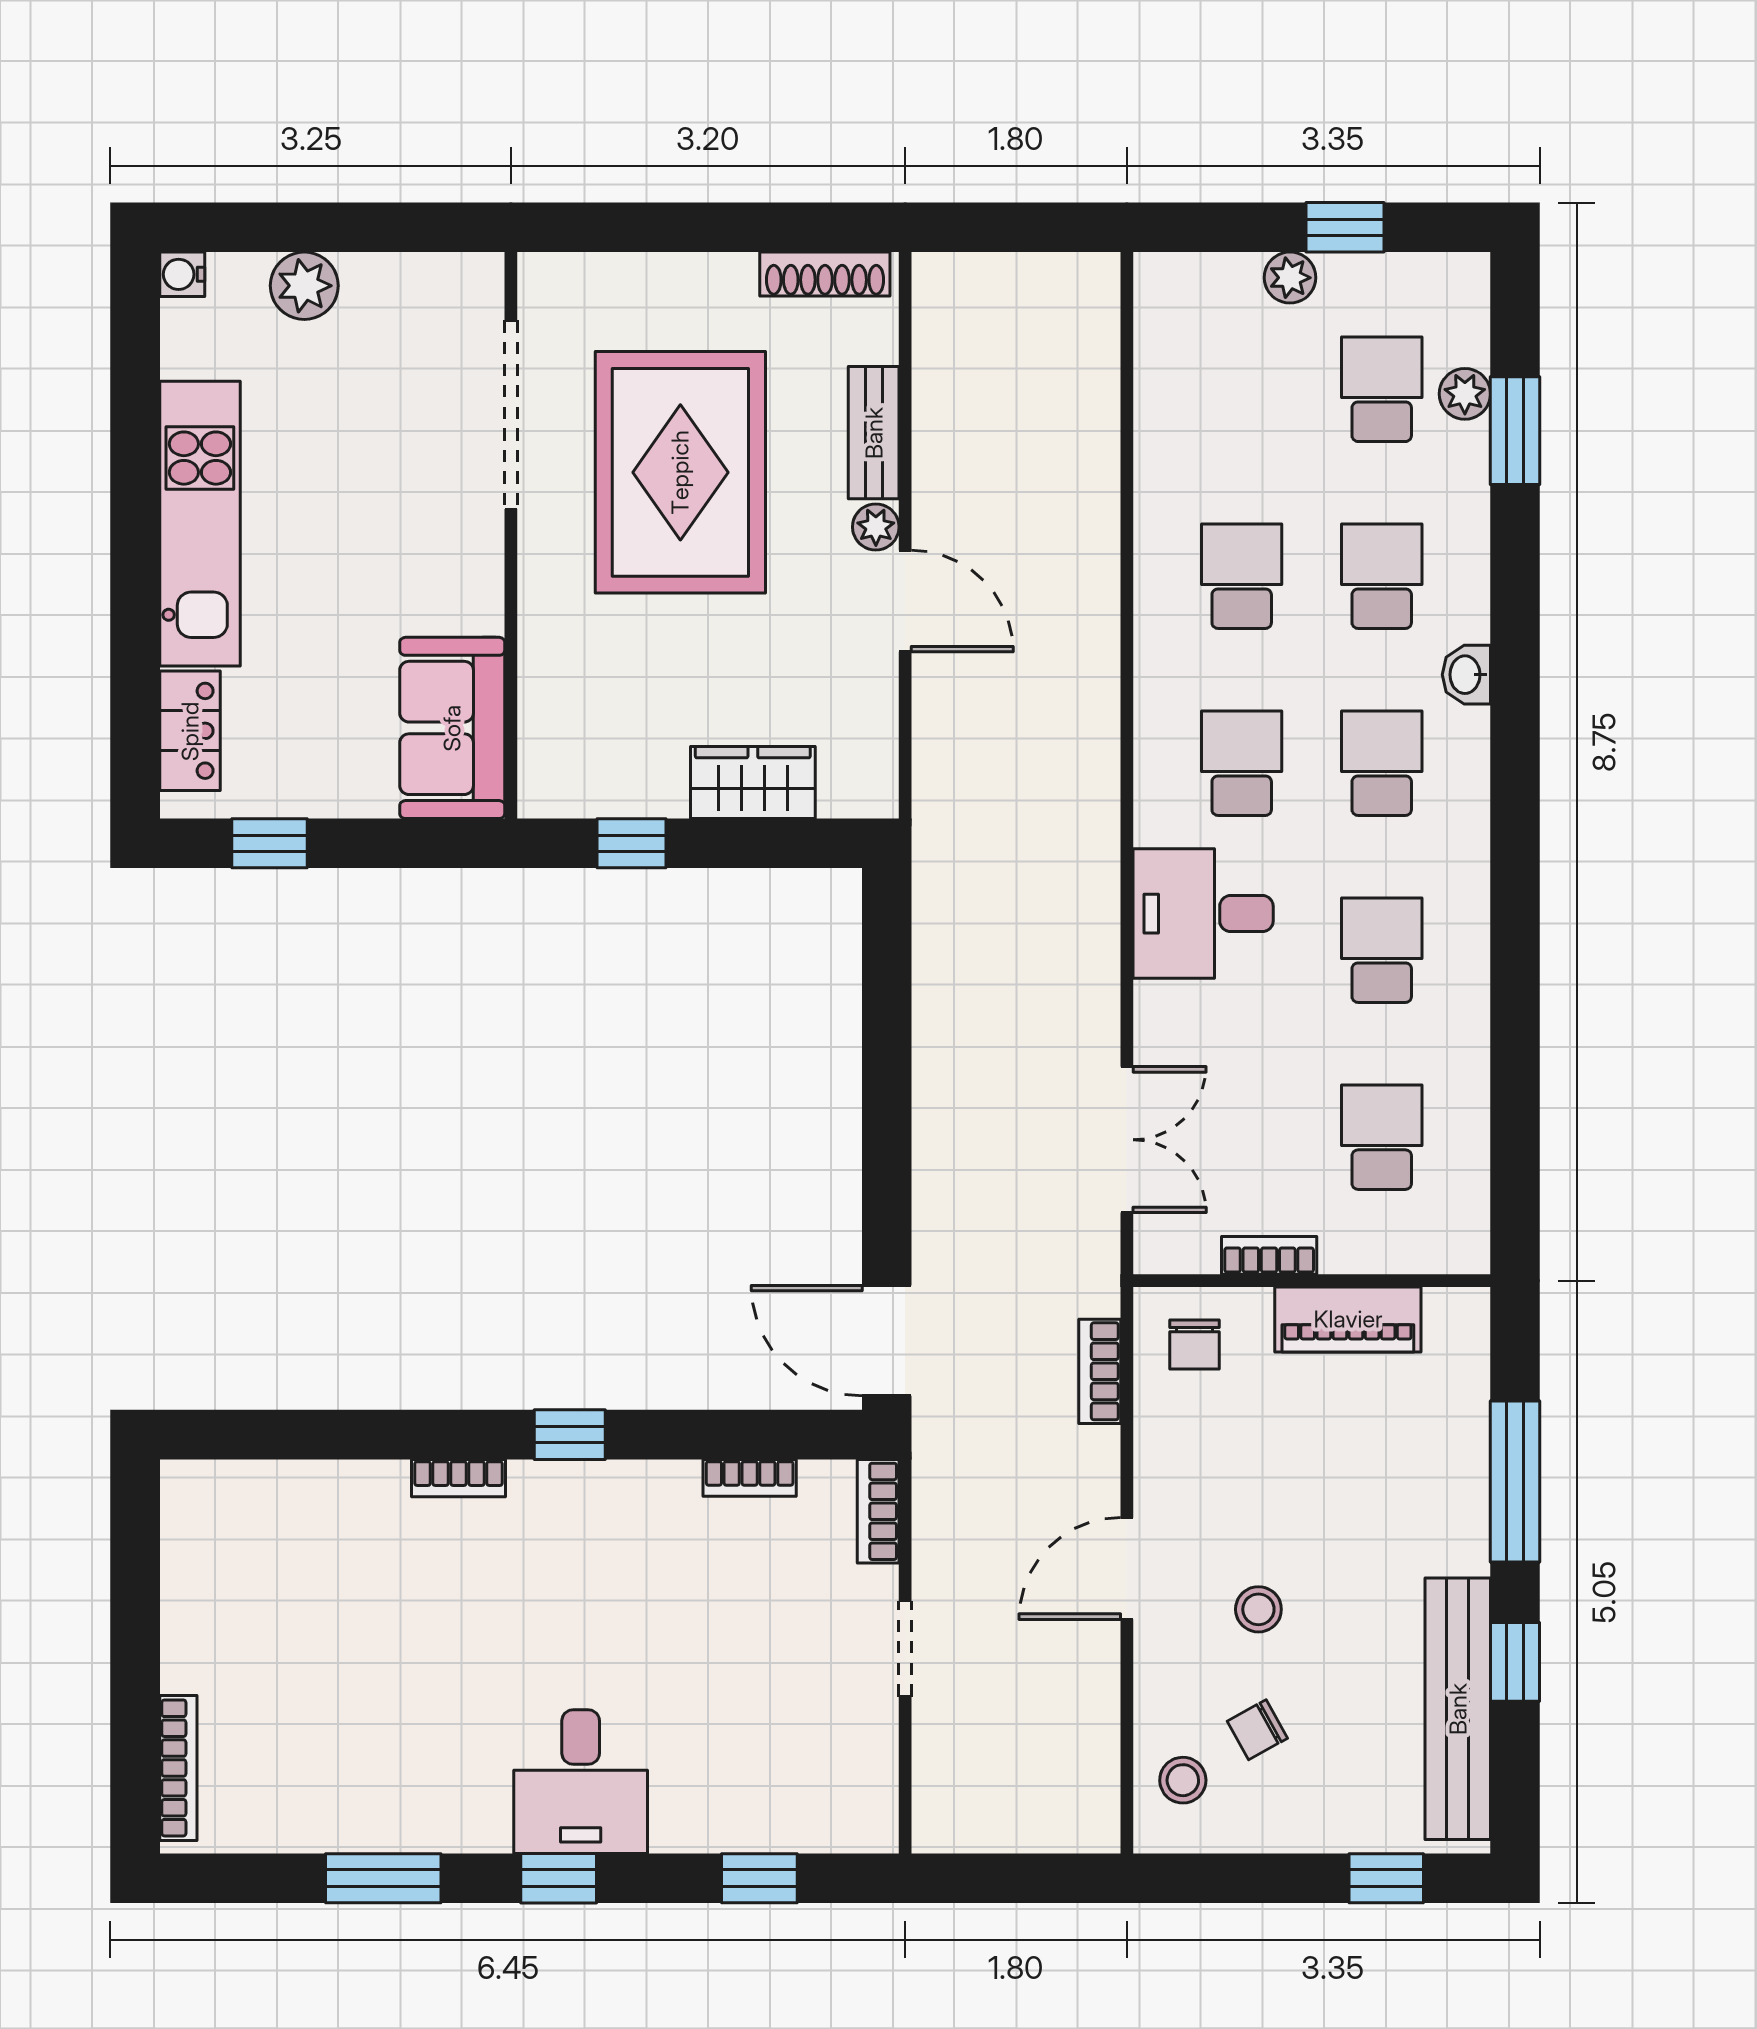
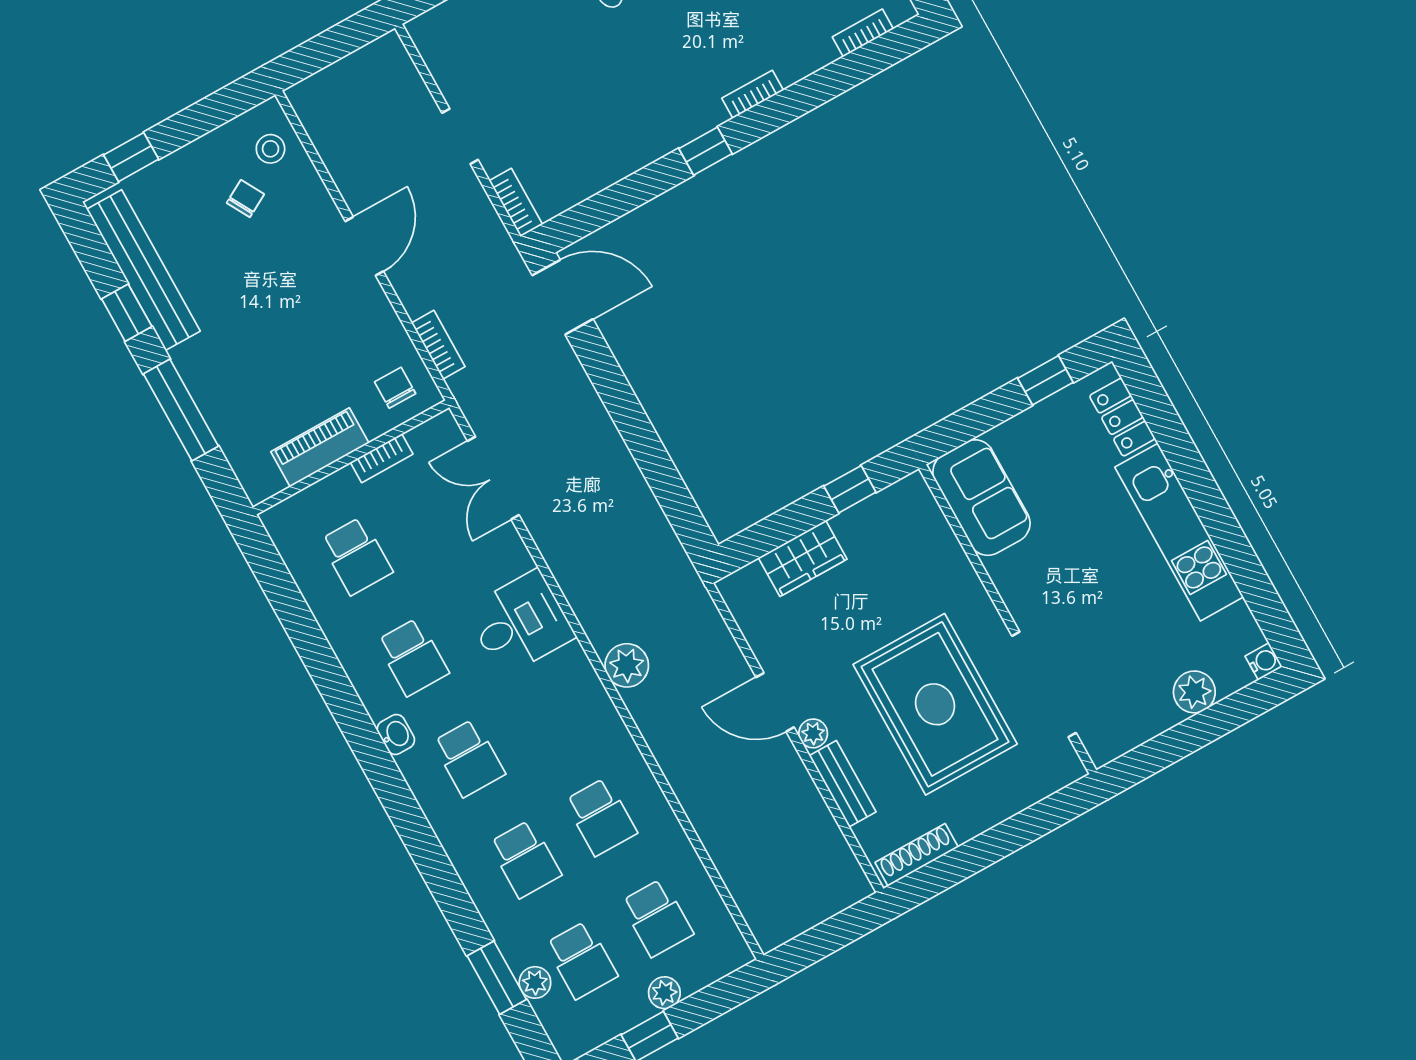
washbasin: (1466, 675) -> (396, 735), moved
school desk: (1242, 763) -> (657, 918), moved
plant: (1086, 770) -> (627, 665), added
bookcase: (750, 1478) -> (863, 33), moved
stool: (1258, 1609) -> (281, 264), removed

